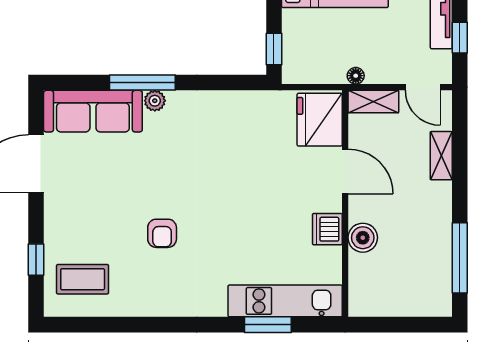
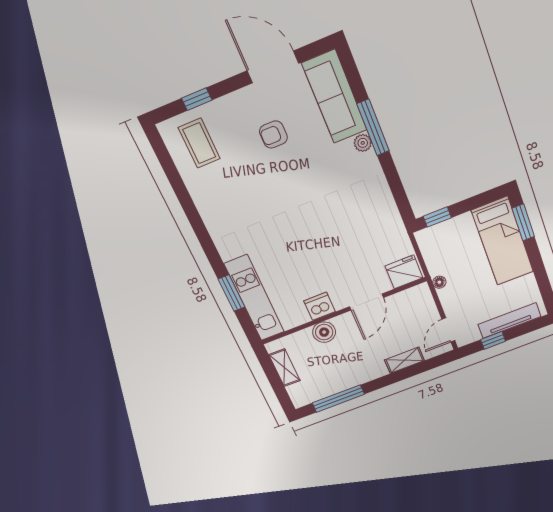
shelving: (373, 102) -> (284, 368), moved
fridge: (320, 120) -> (404, 272), width x0.73, depth x0.75
armchair: (162, 233) -> (273, 135), moved

